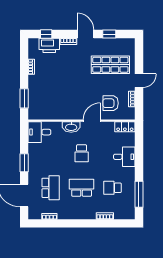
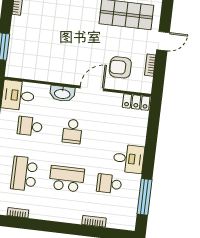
school desk: (51, 153) -> (30, 126), added
desk: (124, 157) -> (129, 159), moved
school desk: (51, 188) -> (24, 174), turned 180

